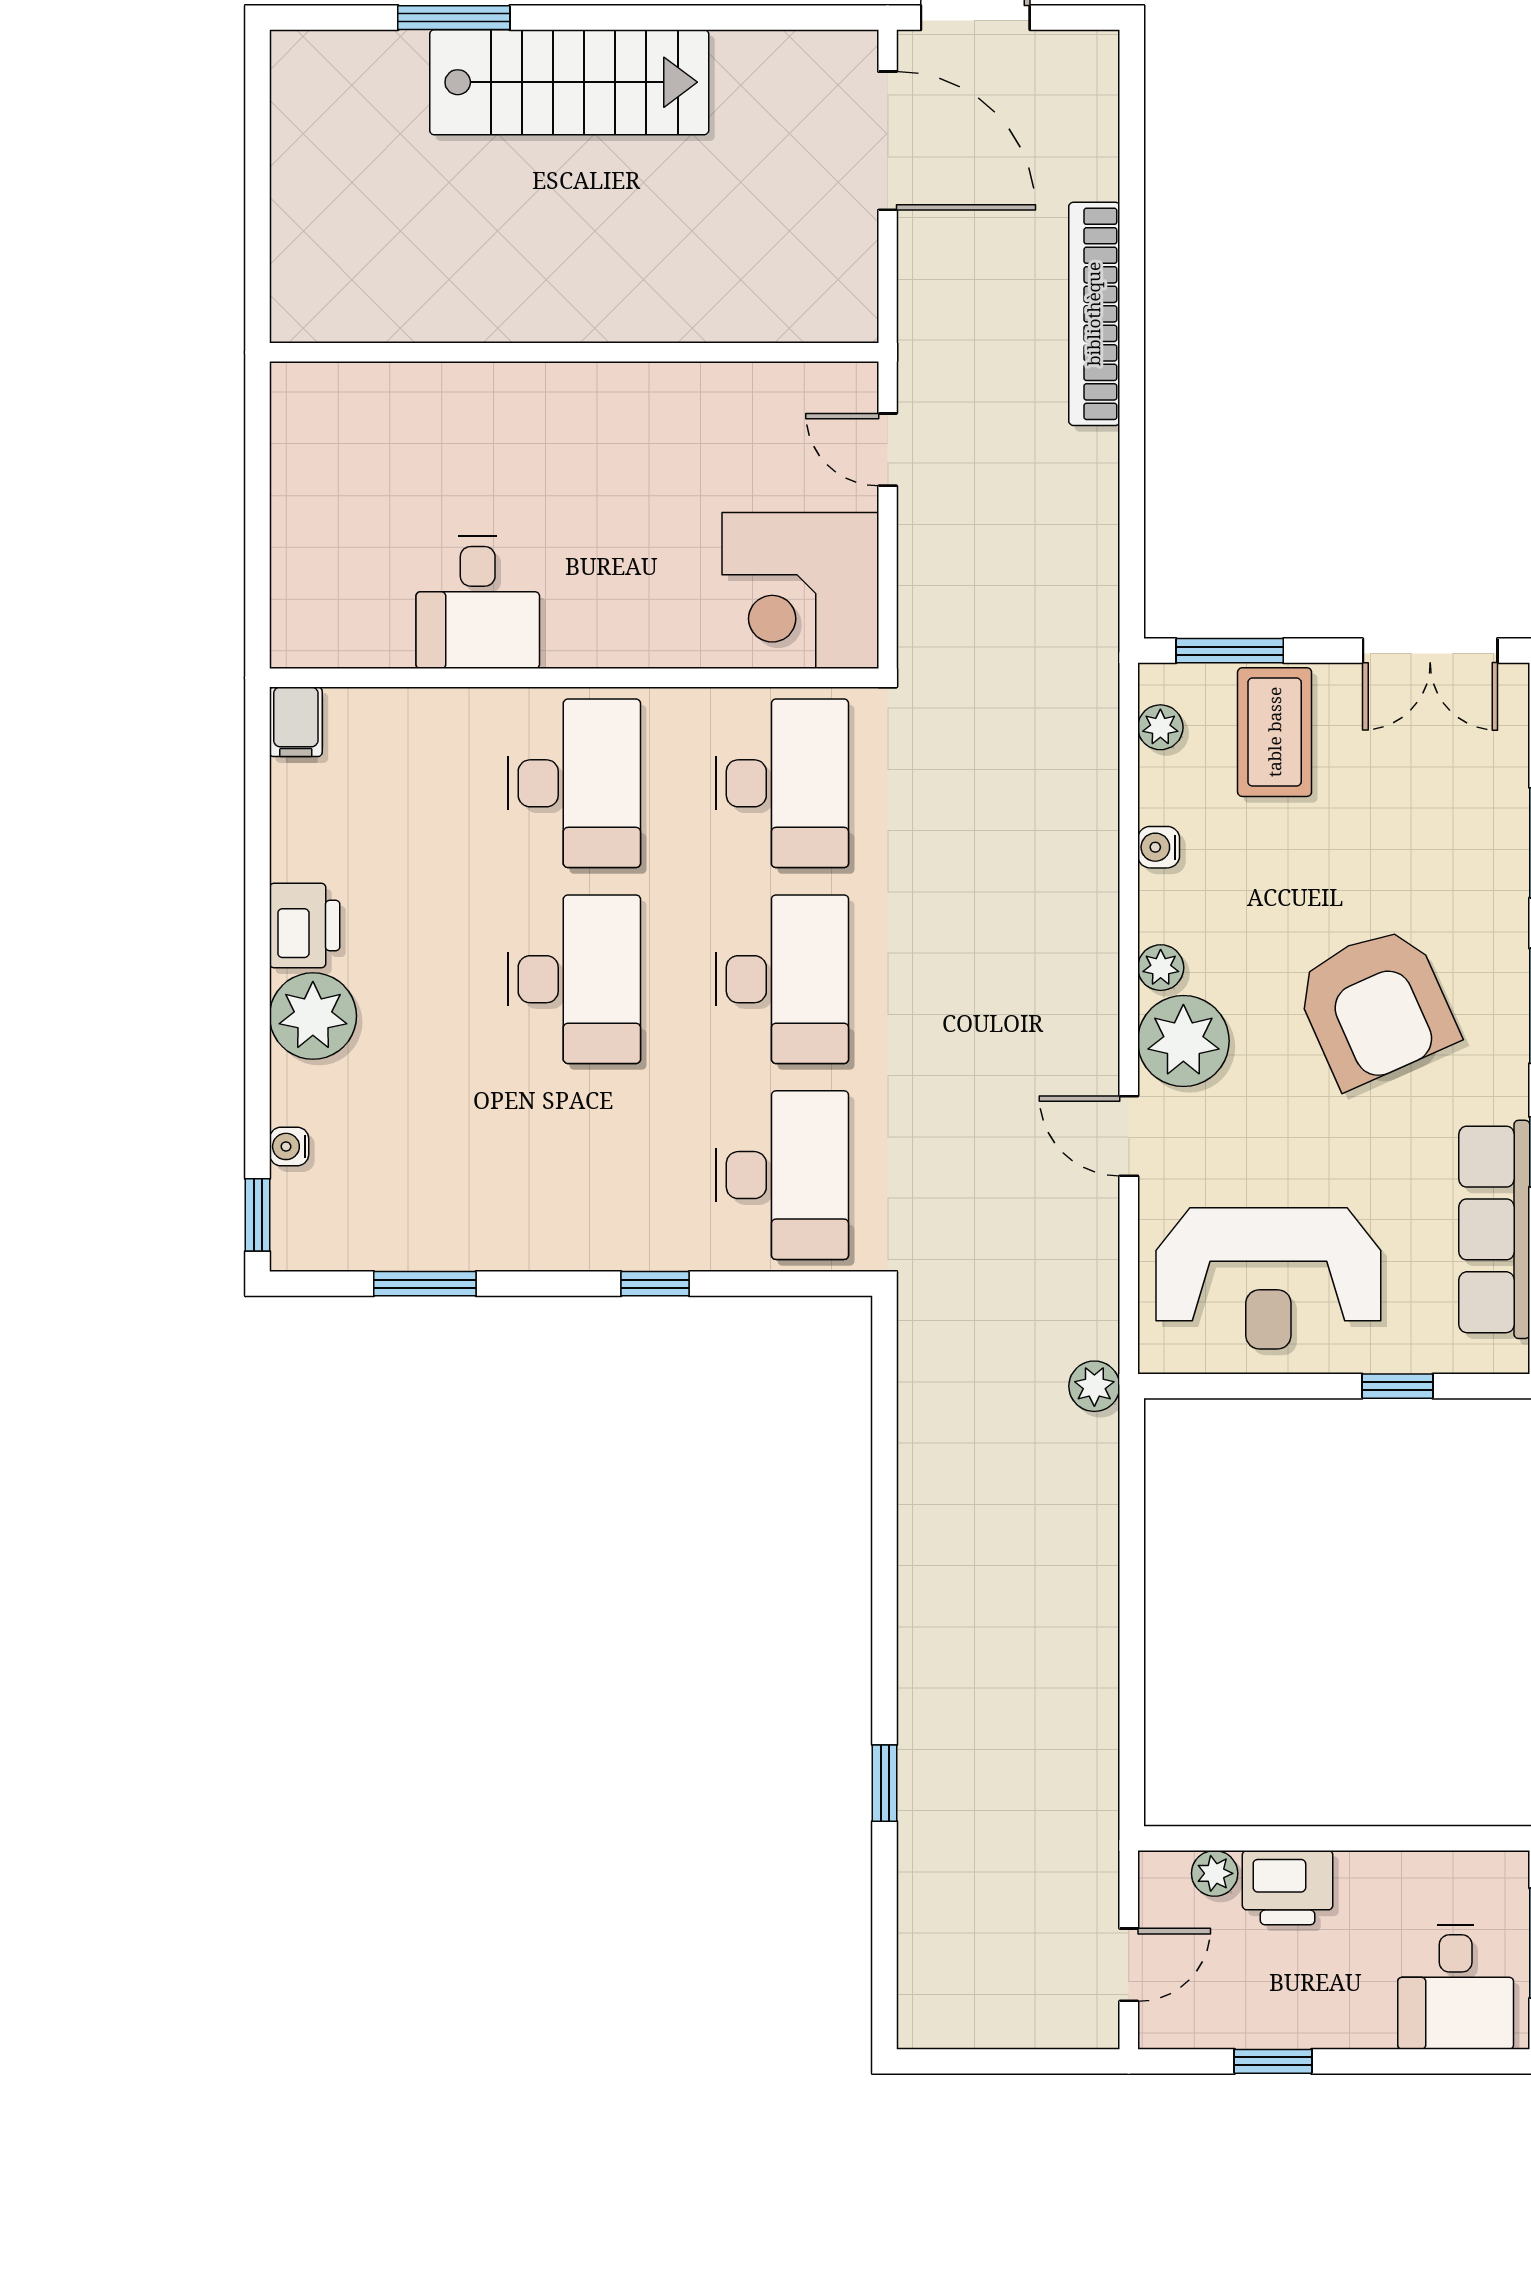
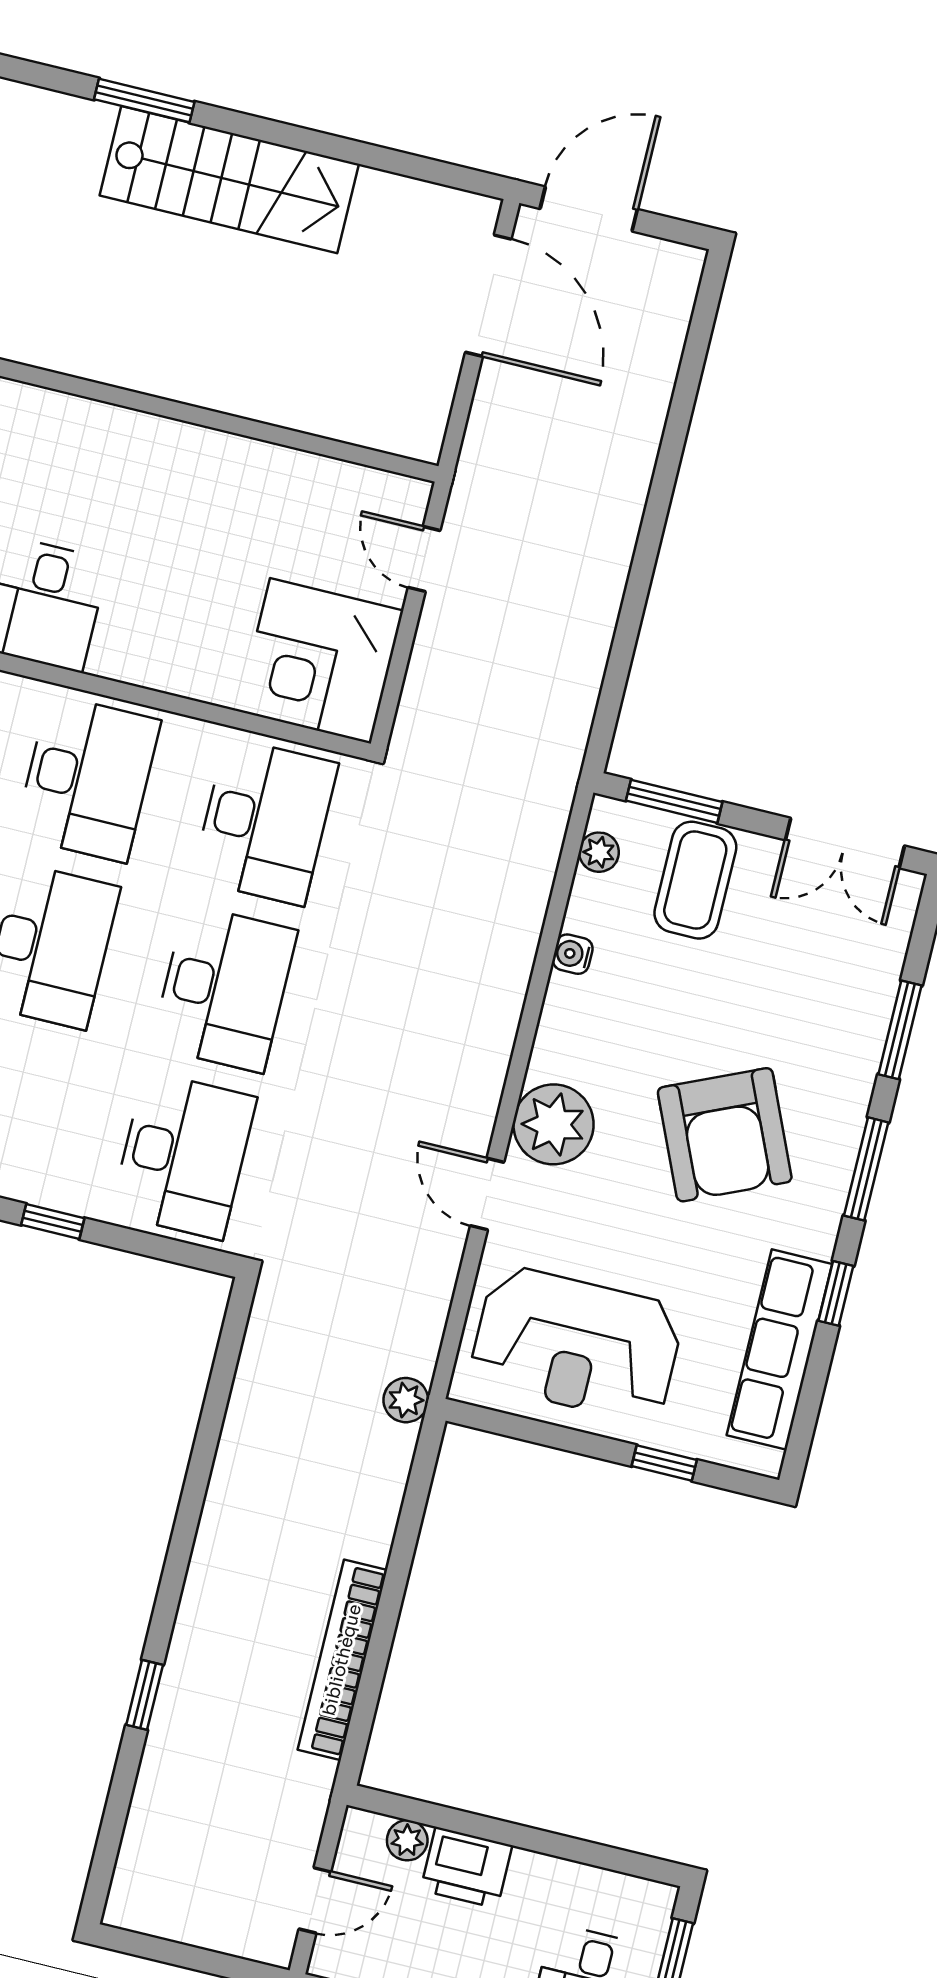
bookcase: (1094, 314) -> (342, 1660), moved
plant: (1161, 968) -> (549, 1057), removed

